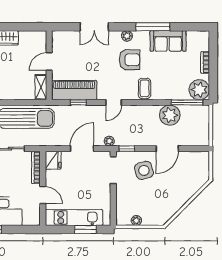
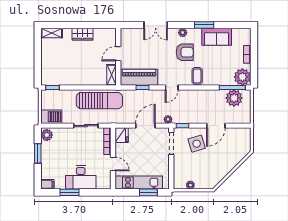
window: (153, 27) -> (204, 25), width x0.69
plant: (170, 115) -> (234, 98), moved

